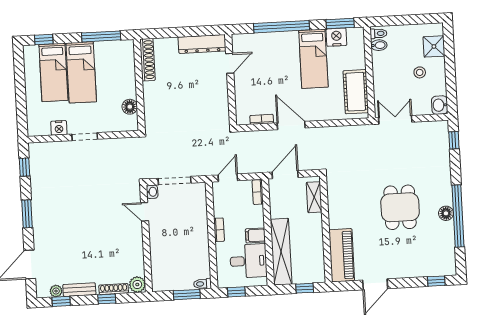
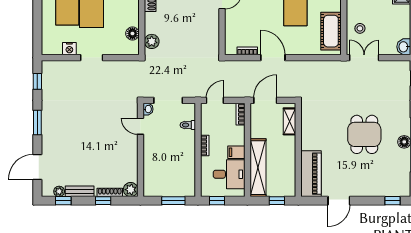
stool: (420, 72) -> (360, 28), moved
plant: (152, 115) -> (152, 41), added
toilet: (202, 284) -> (188, 125), moved

